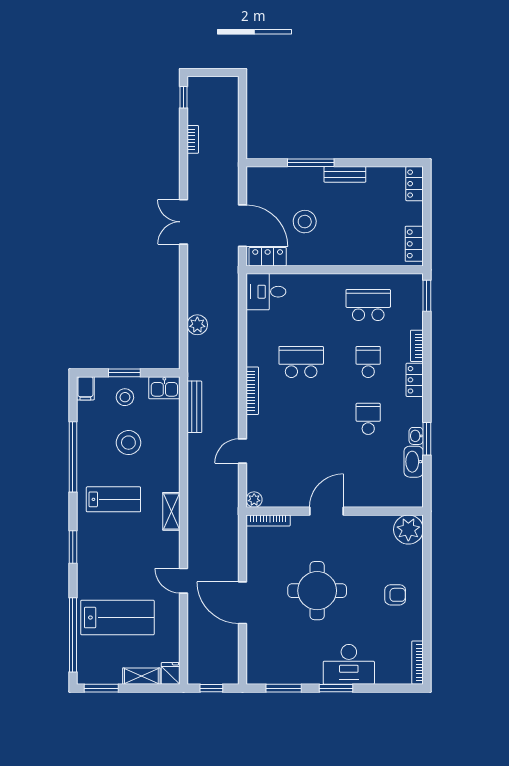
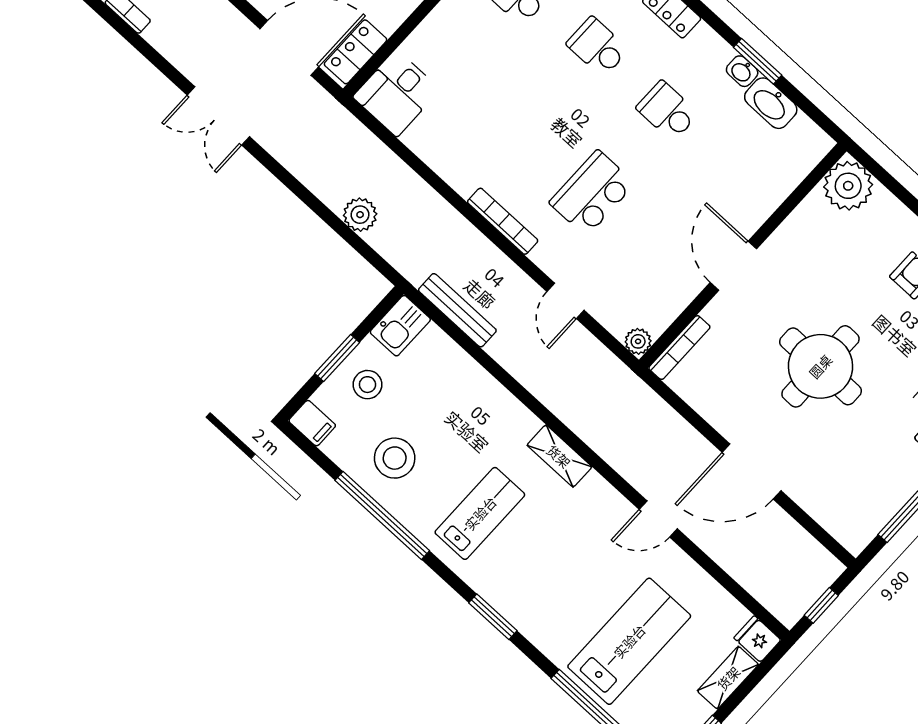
school desk: (301, 362) -> (592, 193), moved
stool: (128, 443) -> (395, 458), moved

